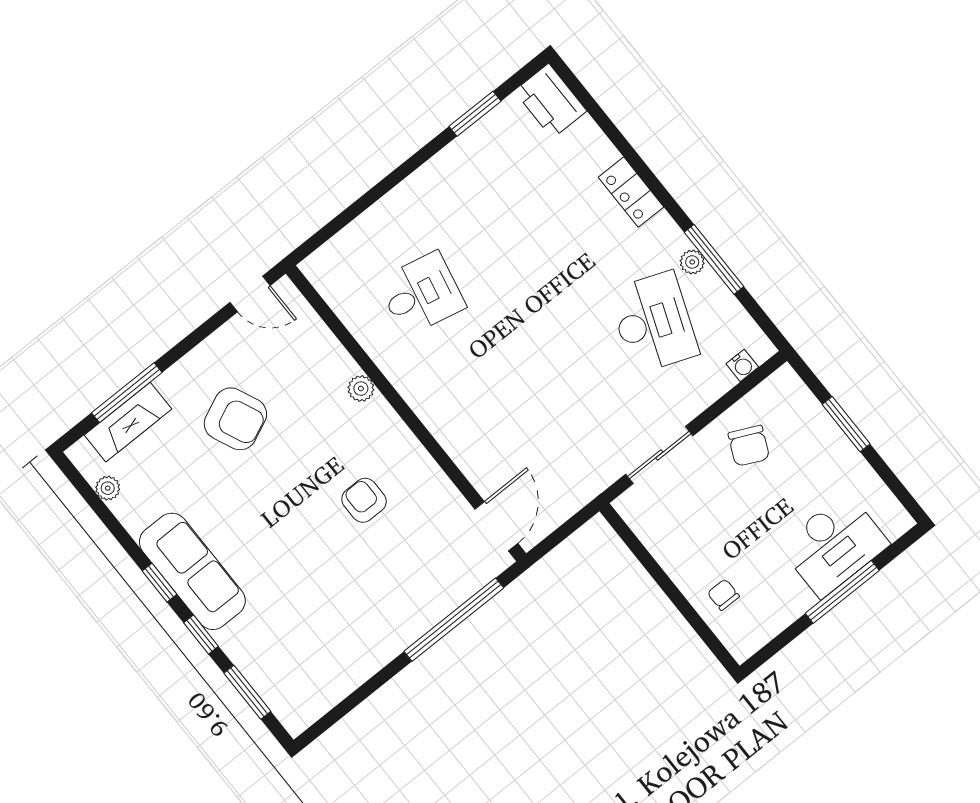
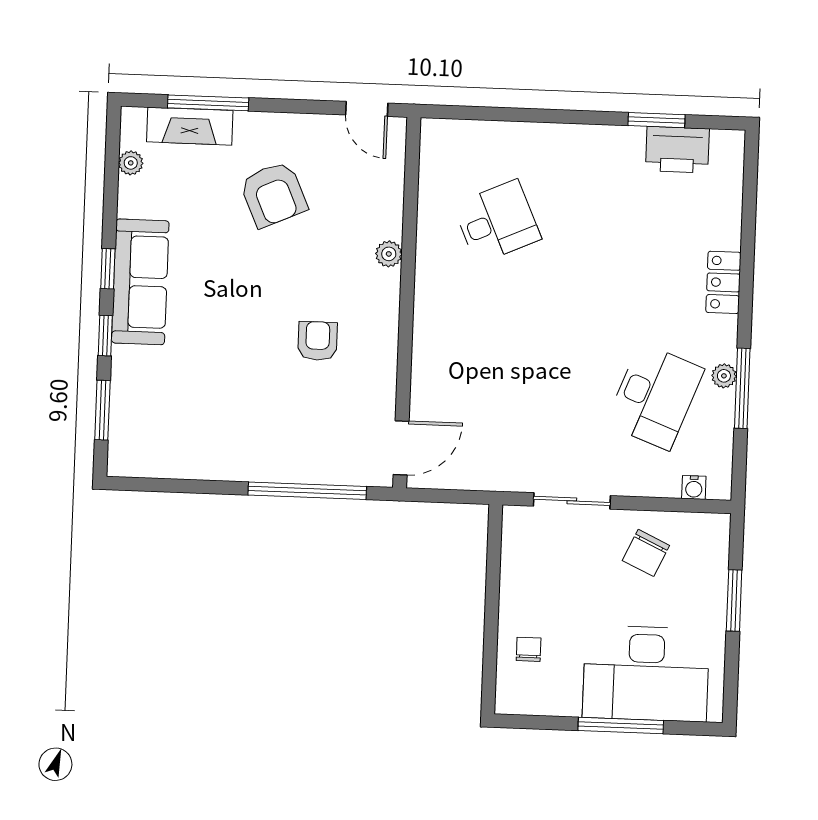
printer: (550, 101) -> (677, 150), moved, turned -90
desk: (421, 294) -> (497, 222), turned -36
desk: (834, 545) -> (646, 674), width x1.36, depth x1.30

